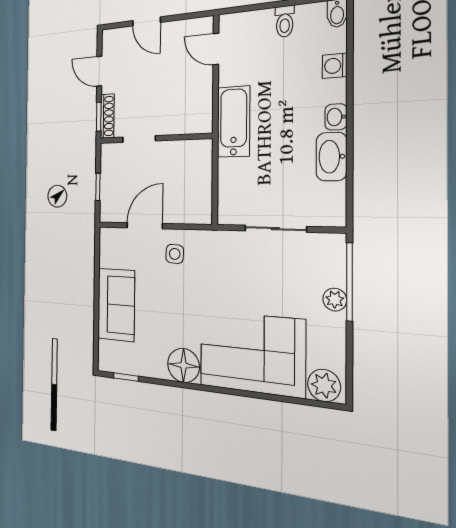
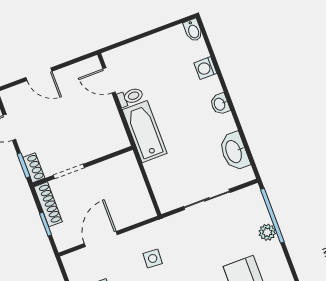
toilet: (285, 21) -> (130, 97), moved, turned -90
shoe rack: (107, 116) -> (34, 168), width x0.70
washbasin: (331, 157) -> (234, 151), moved
shoe rack: (107, 167) -> (48, 204), added
side table: (175, 254) -> (153, 258), moved

